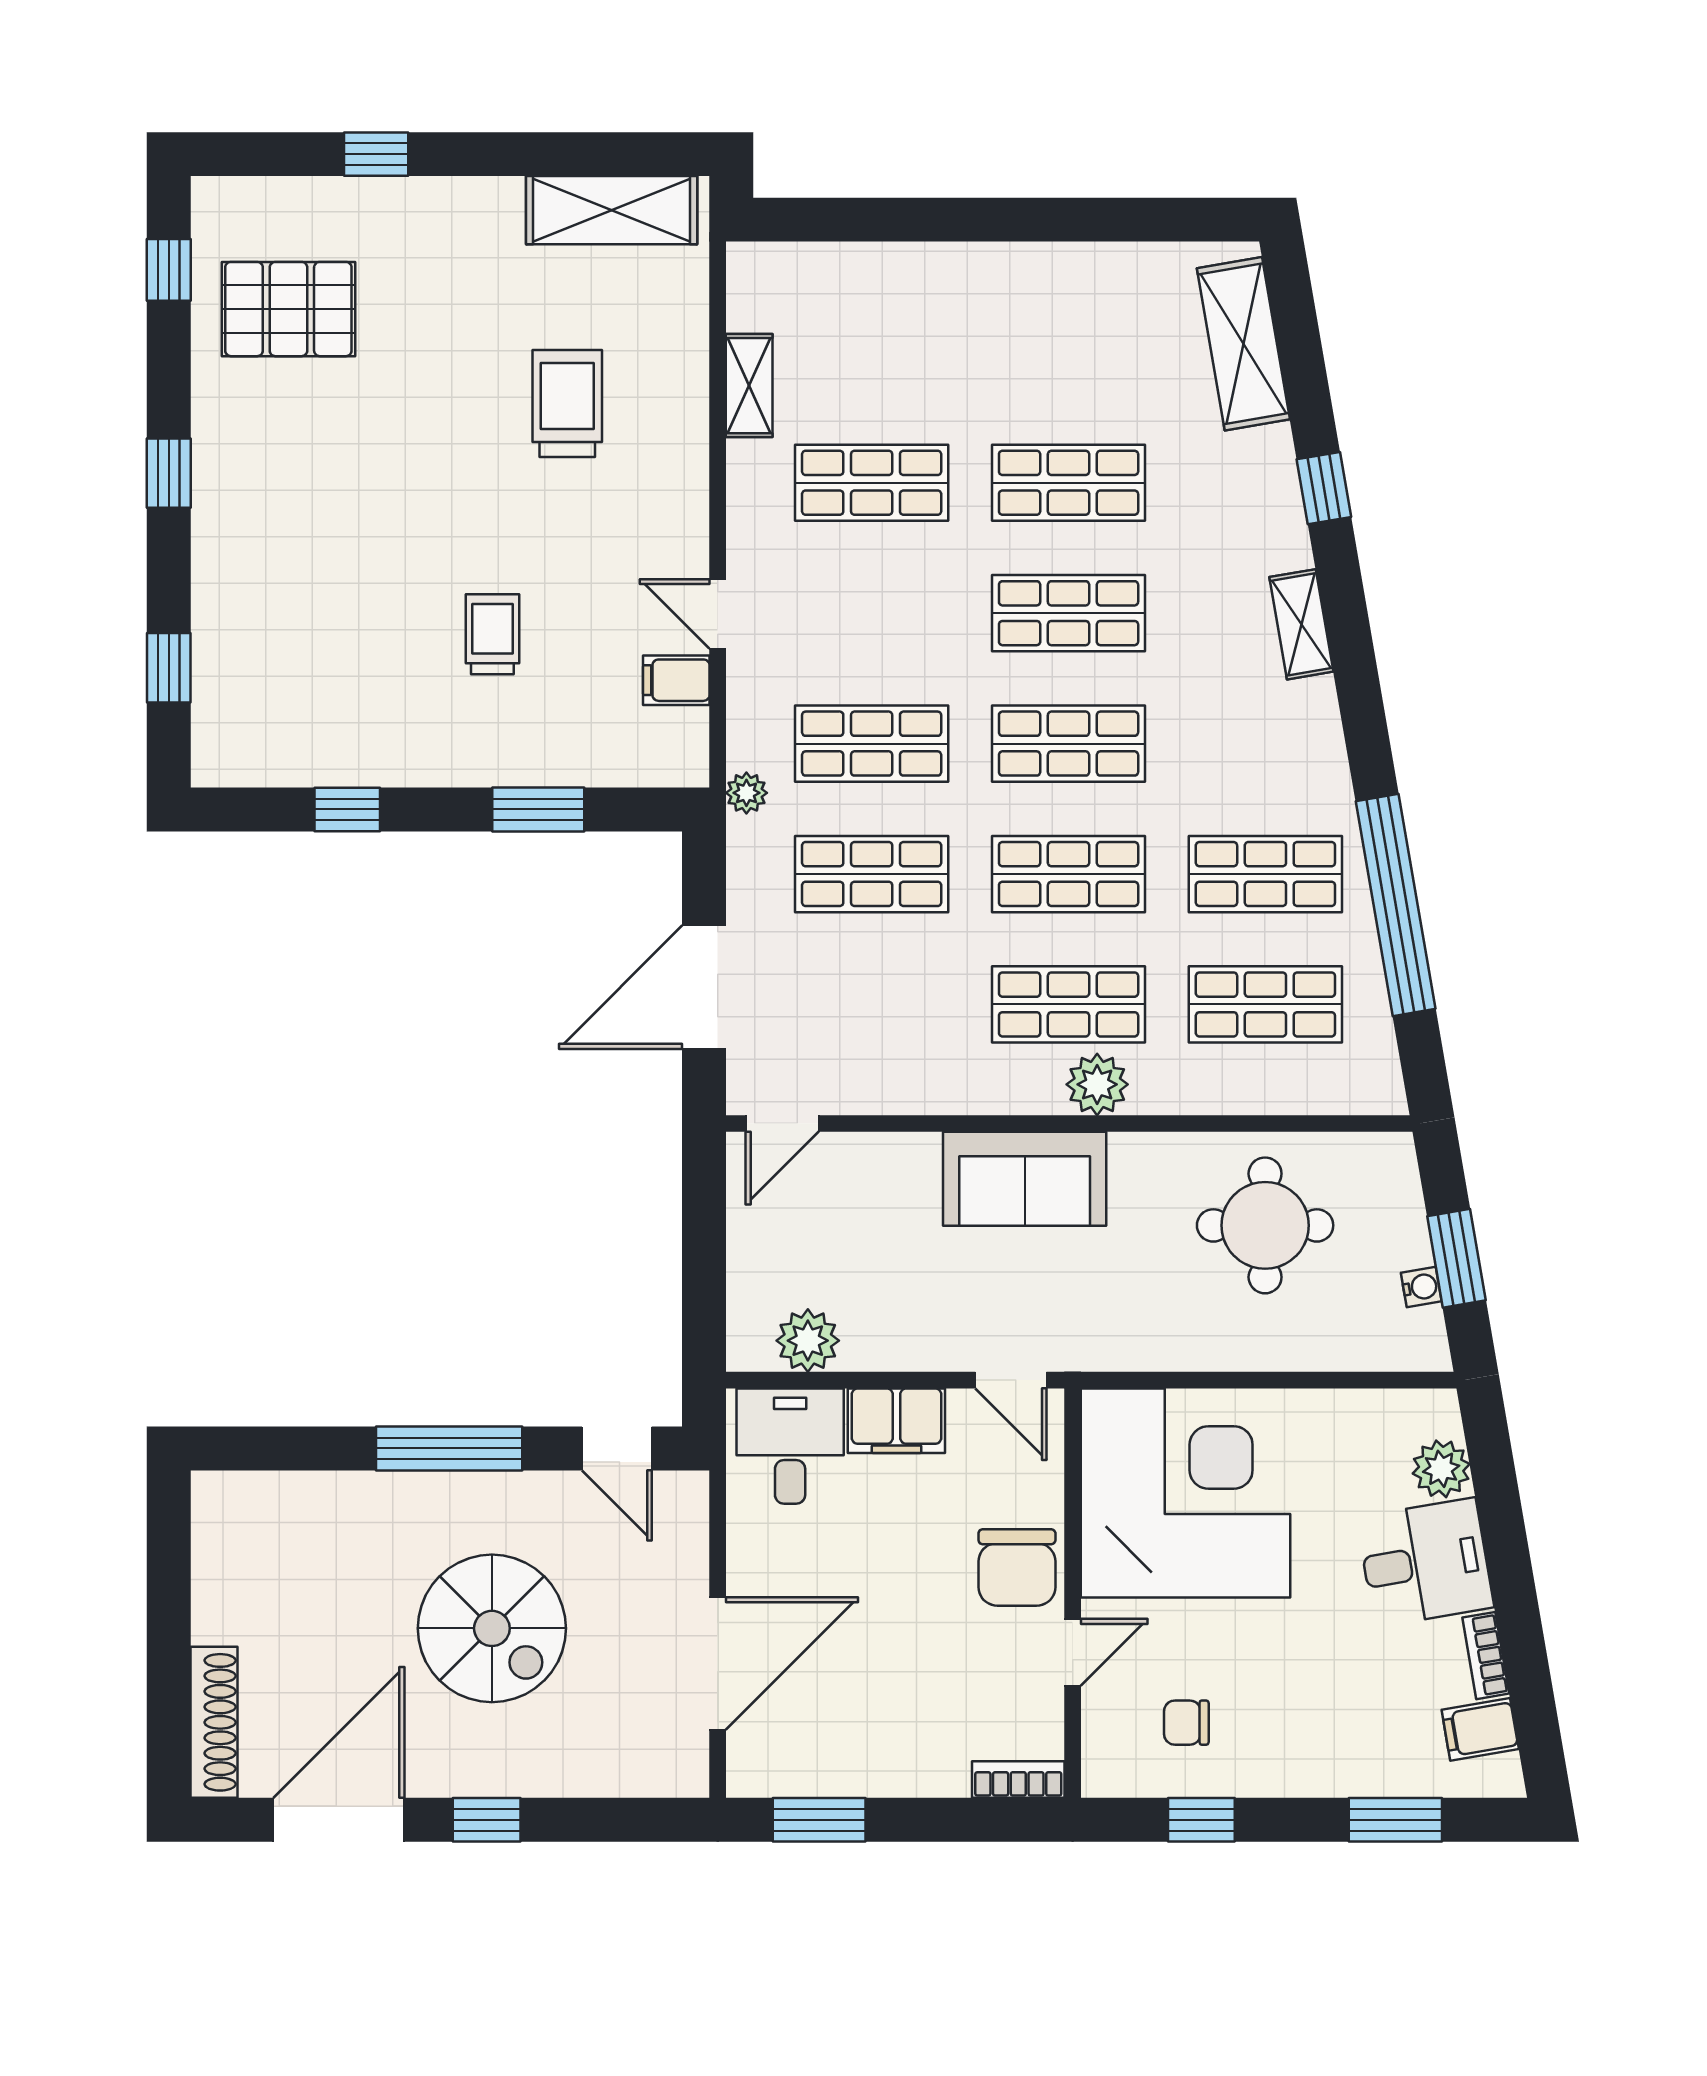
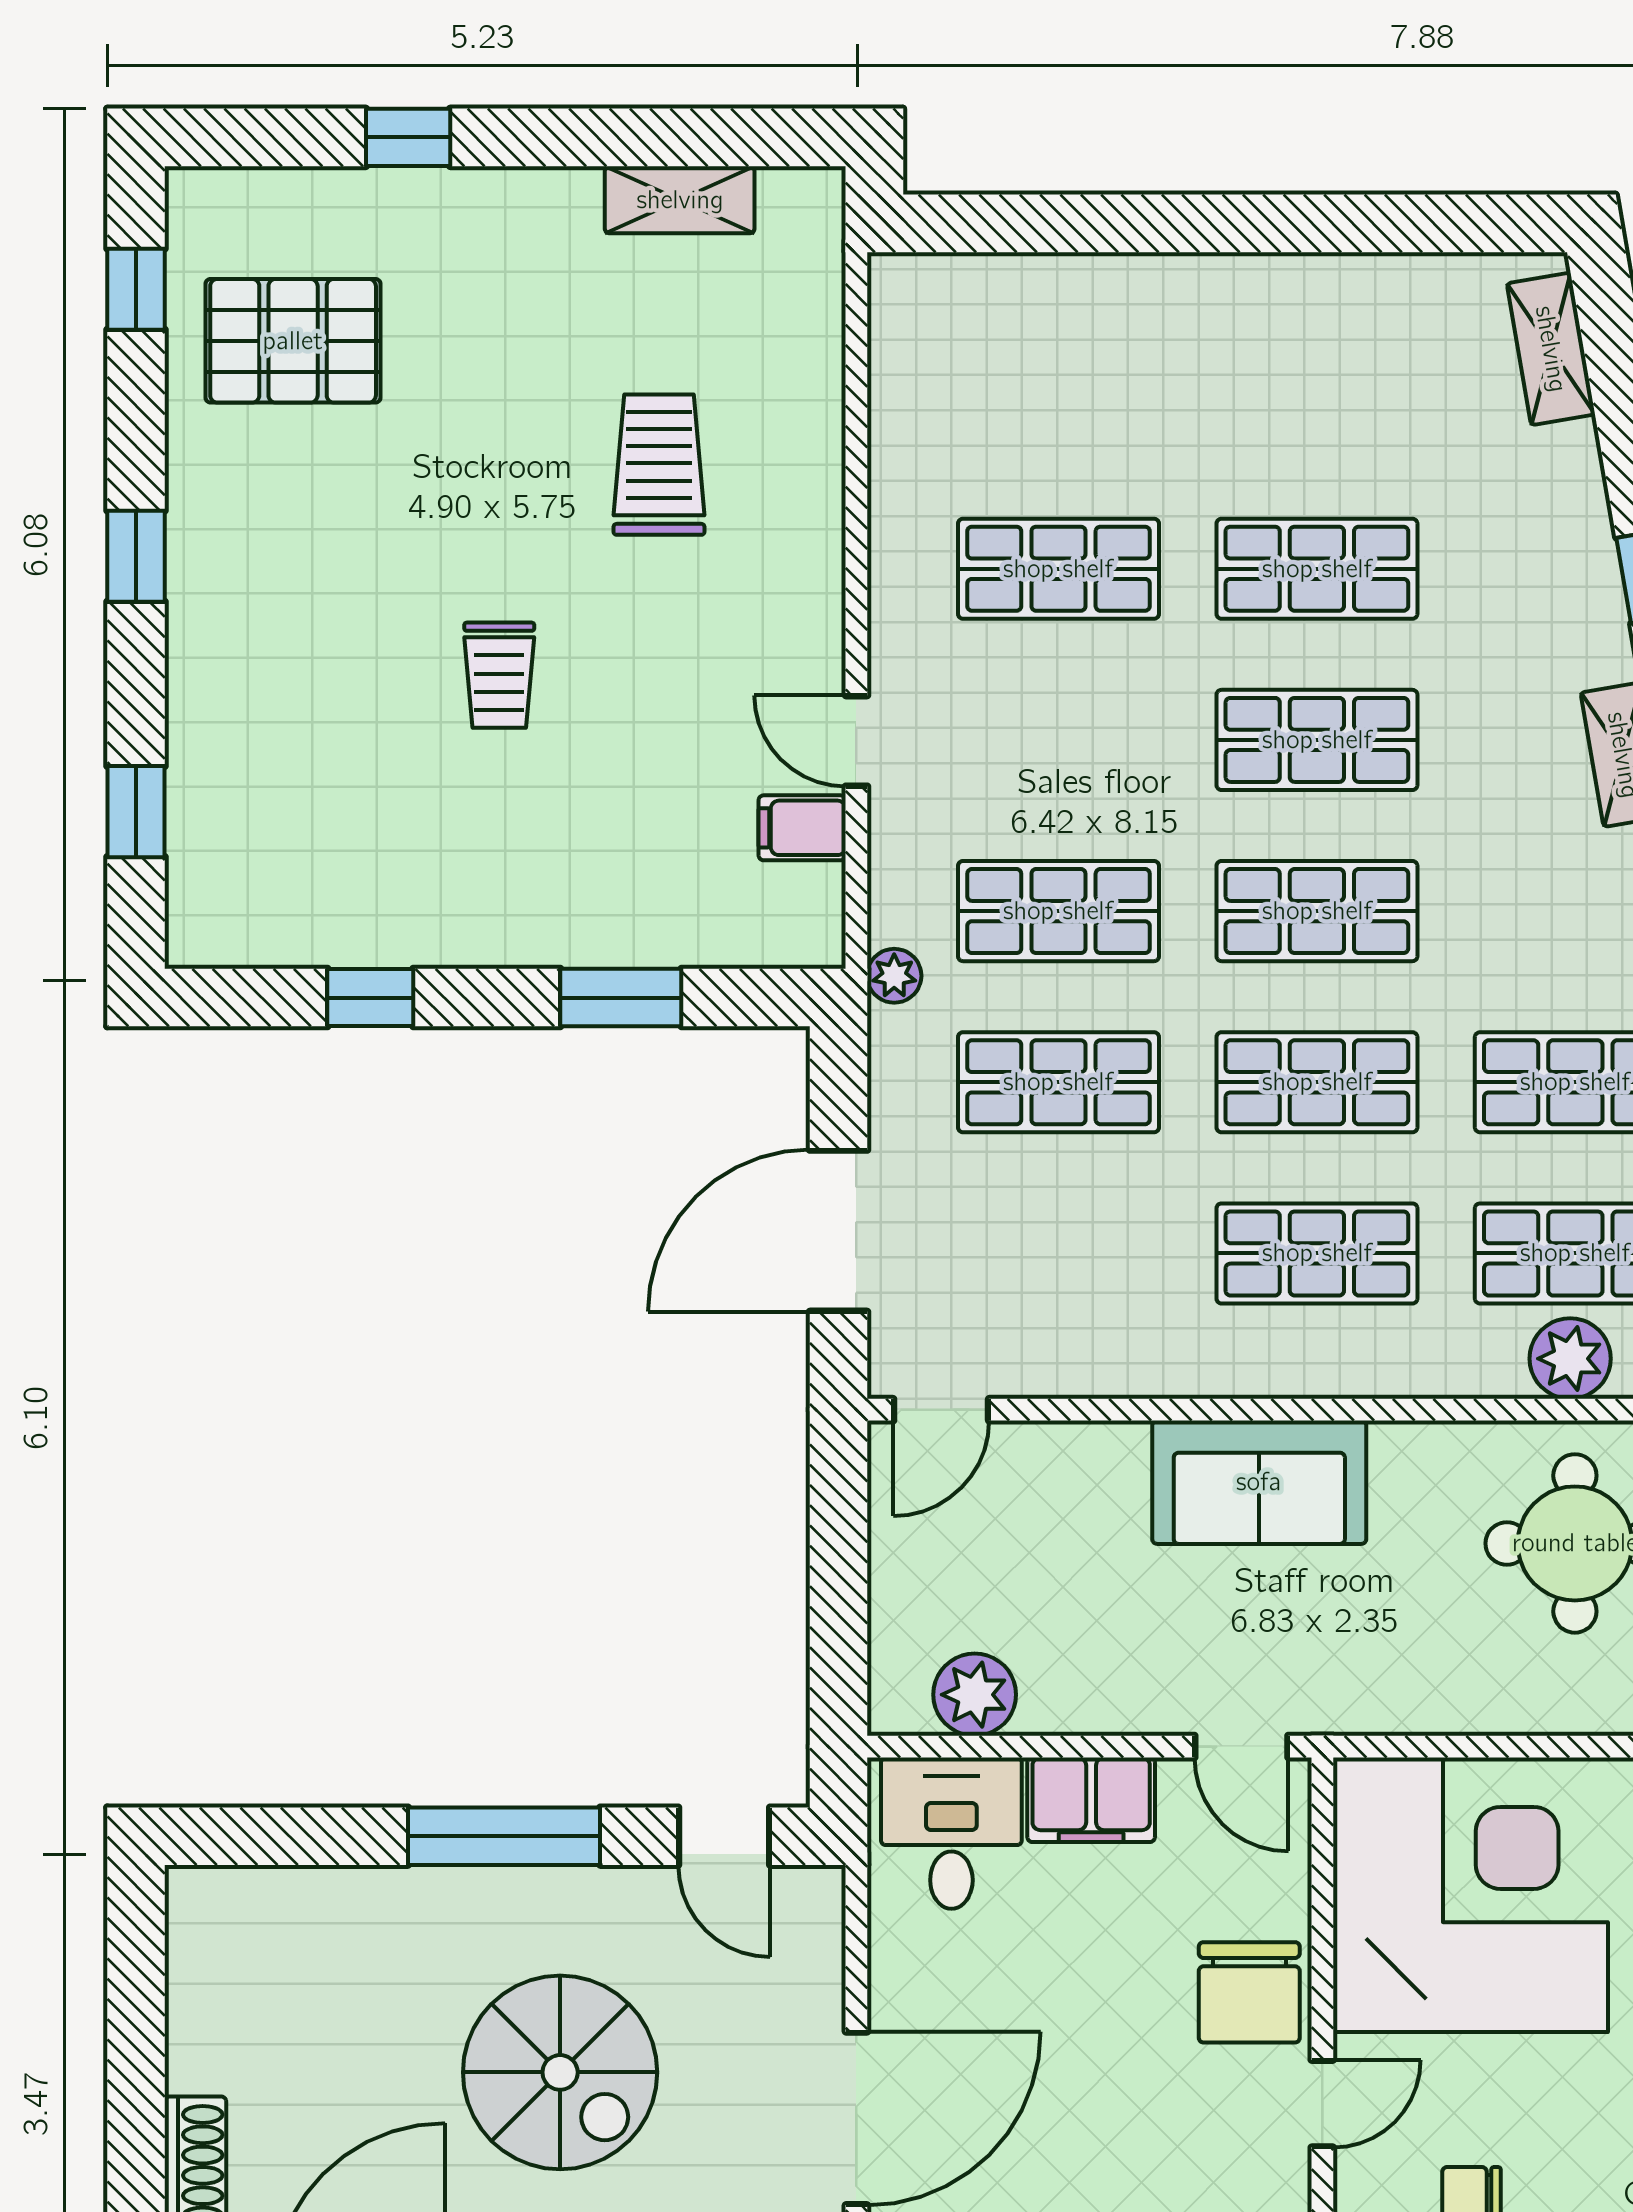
shelving: (612, 210) -> (680, 200), width x0.67, depth x0.75
shelving: (1243, 344) -> (1551, 349), width x0.67, depth x0.75
shelving: (749, 386) -> (898, 441), removed
trolley: (492, 634) -> (499, 675), moved, turned 180
plant: (1097, 1084) -> (1570, 1359), moved

